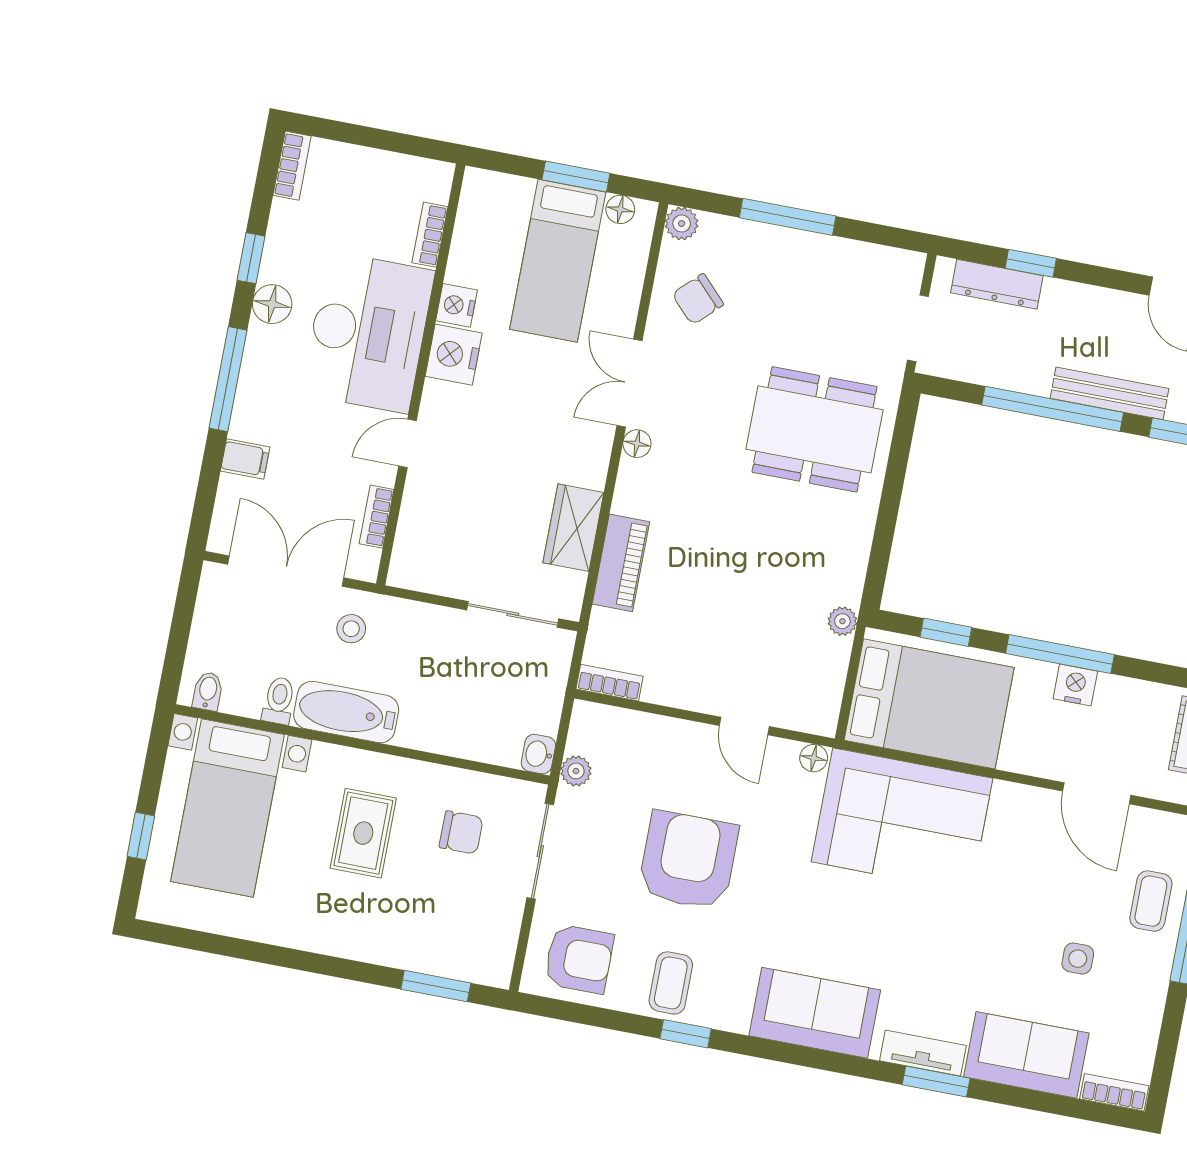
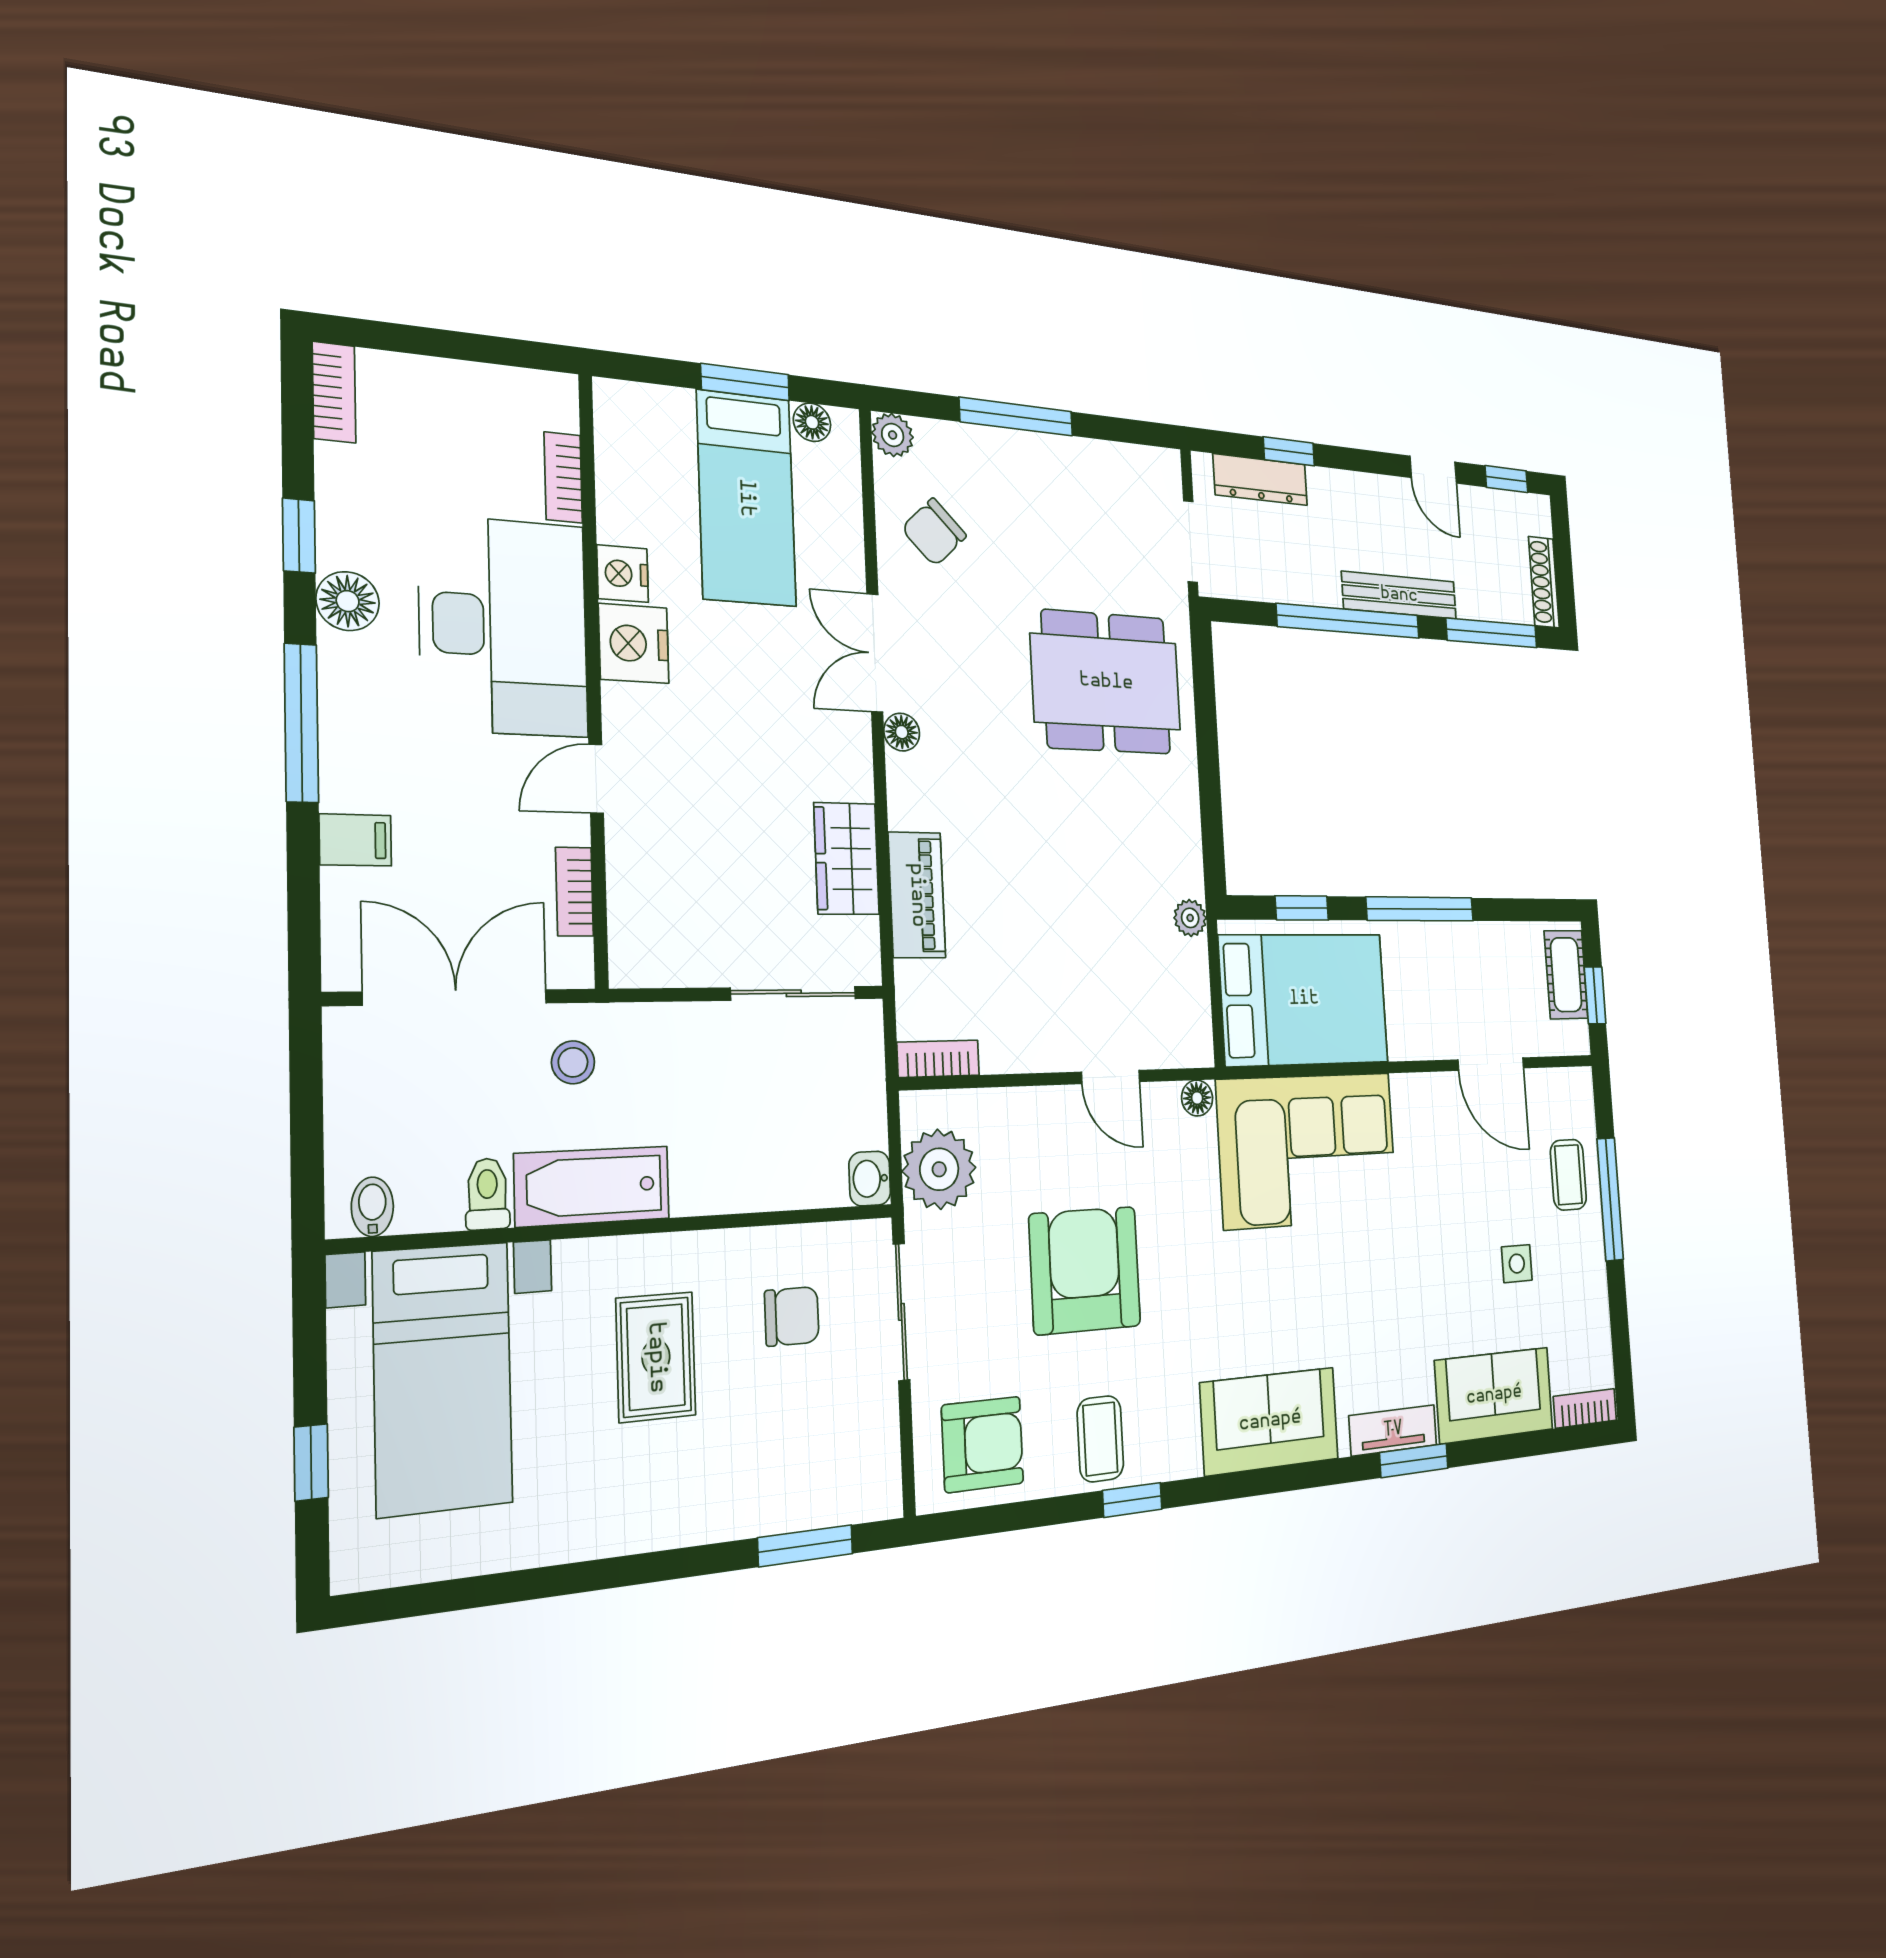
nightstand: (1075, 685) -> (1443, 942), removed
plant: (576, 771) -> (939, 1169), width x1.88, depth x1.88

